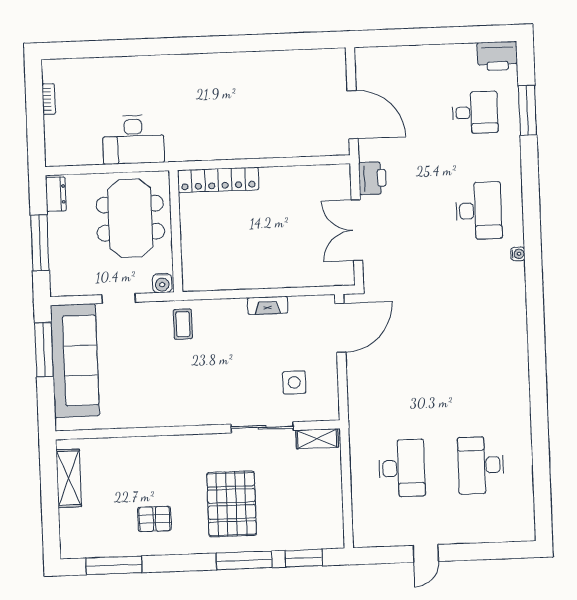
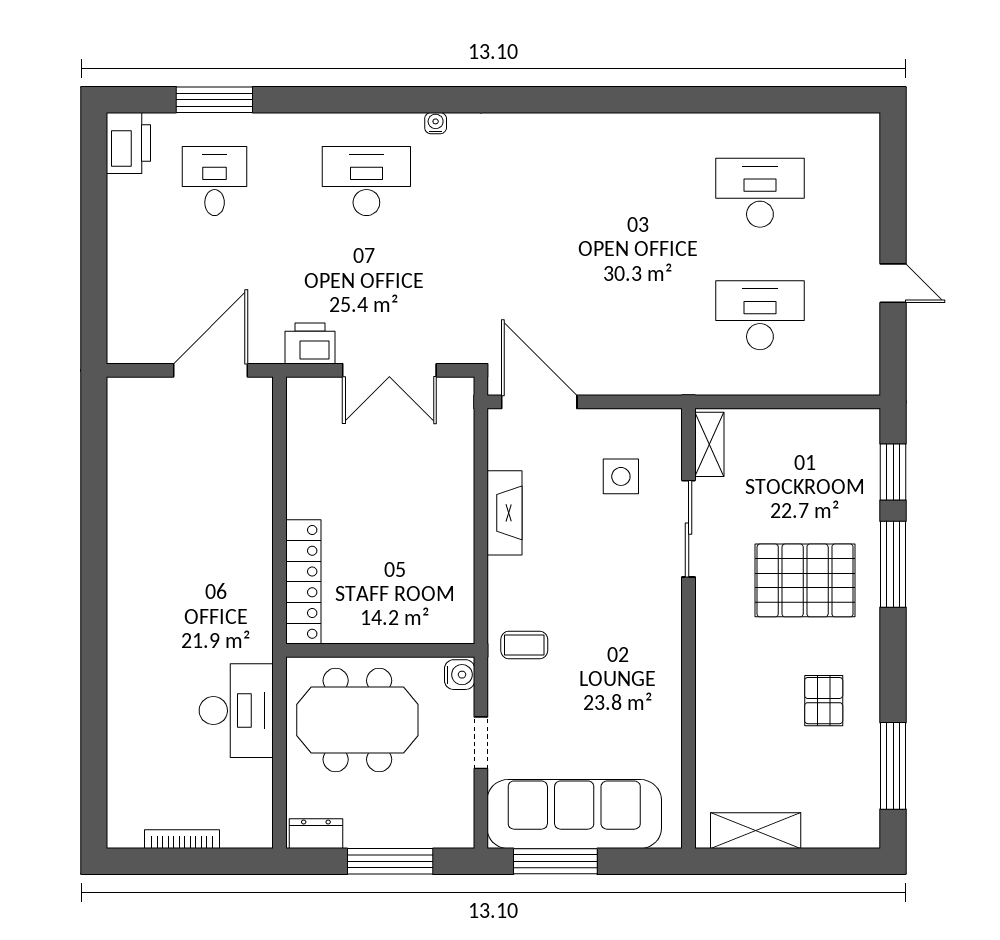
bookcase: (49, 99) -> (182, 839), width x1.56
fireplace: (268, 305) -> (505, 513), width x1.37, depth x1.32
desk: (481, 465) -> (760, 193), turned 180

